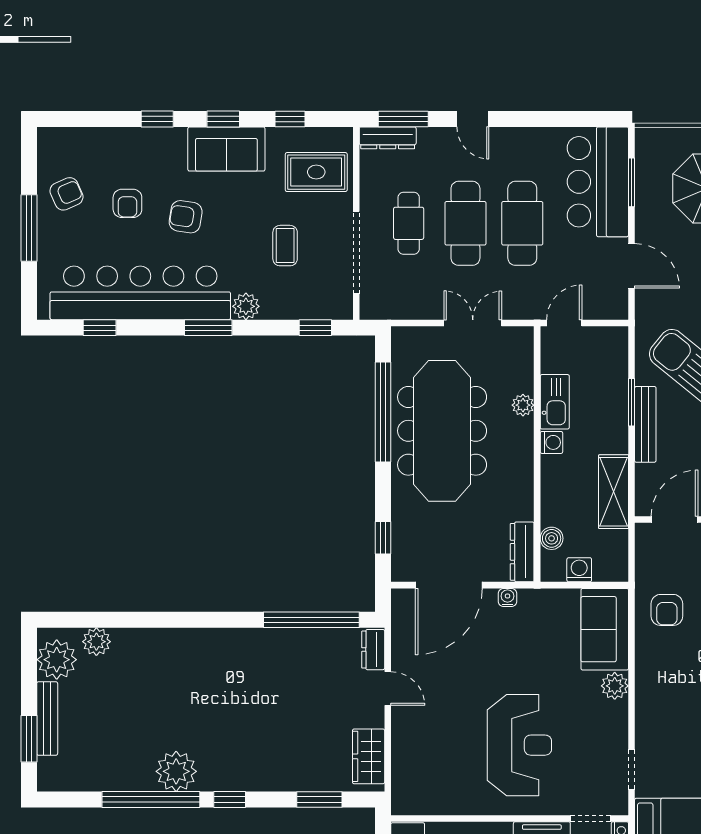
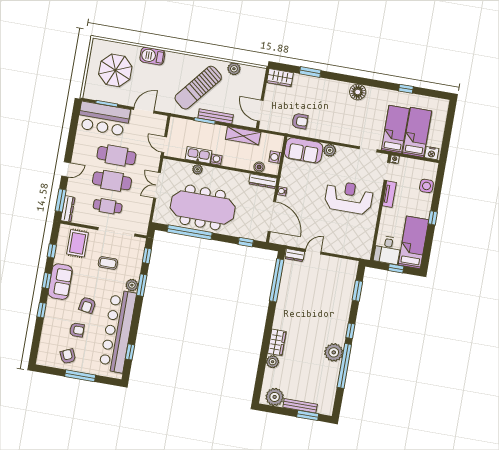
window: (208, 328) -> (142, 285), moved
plant: (96, 642) -> (273, 362), moved
wardrobe: (369, 756) -> (277, 342), moved, turned -90

